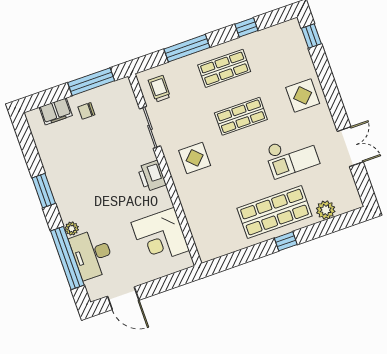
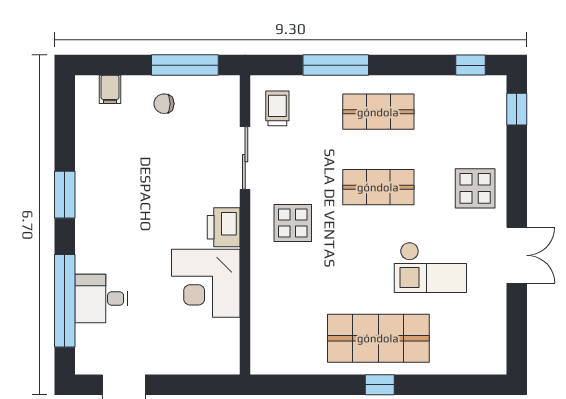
window: (246, 27) -> (470, 65), moved
filing cabinet: (56, 111) -> (110, 89), width x0.50
double door: (350, 147) -> (517, 255), moved
plant: (326, 210) -> (451, 360), removed
plant: (72, 229) -> (85, 262), removed
corner desk: (160, 237) -> (206, 283), moved
desk: (92, 254) -> (101, 299), width x0.73

